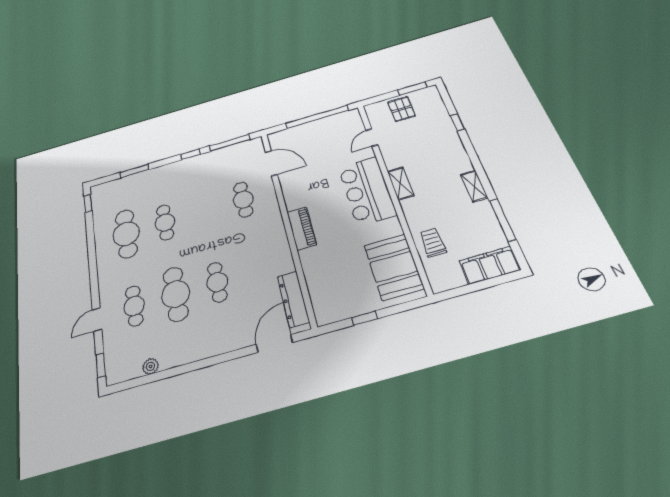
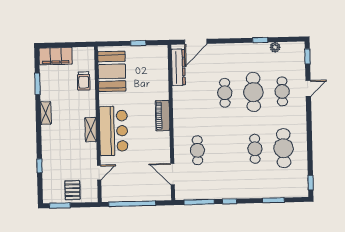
window: (503, 220) -> (37, 84), width x0.69
window: (174, 372) -> (260, 40), added

